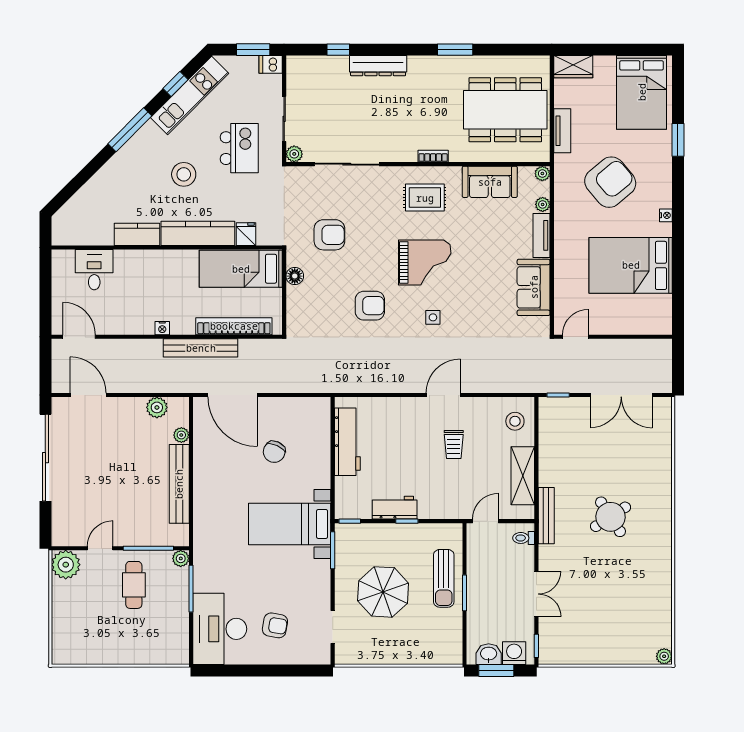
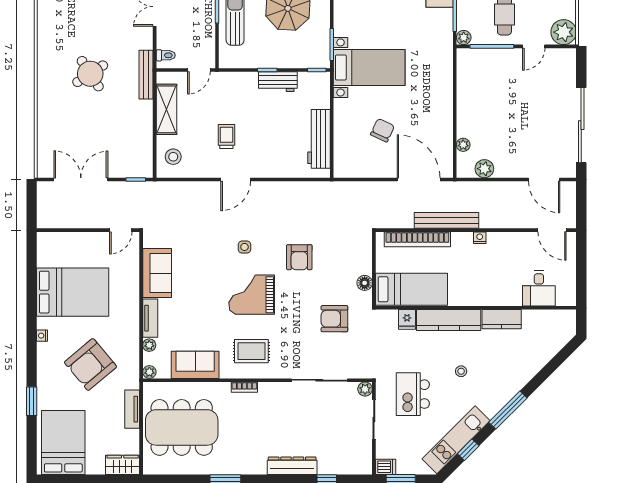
stool: (184, 174) -> (461, 371), width x0.53, depth x0.53
armchair: (370, 306) -> (299, 257), turned -90
bench: (179, 484) -> (465, 102), removed

